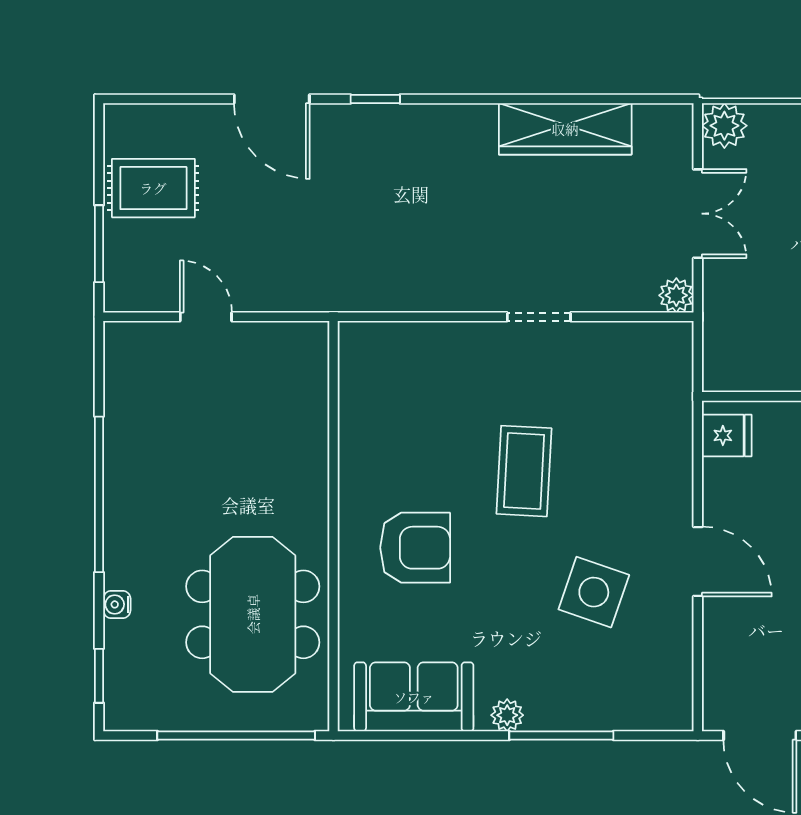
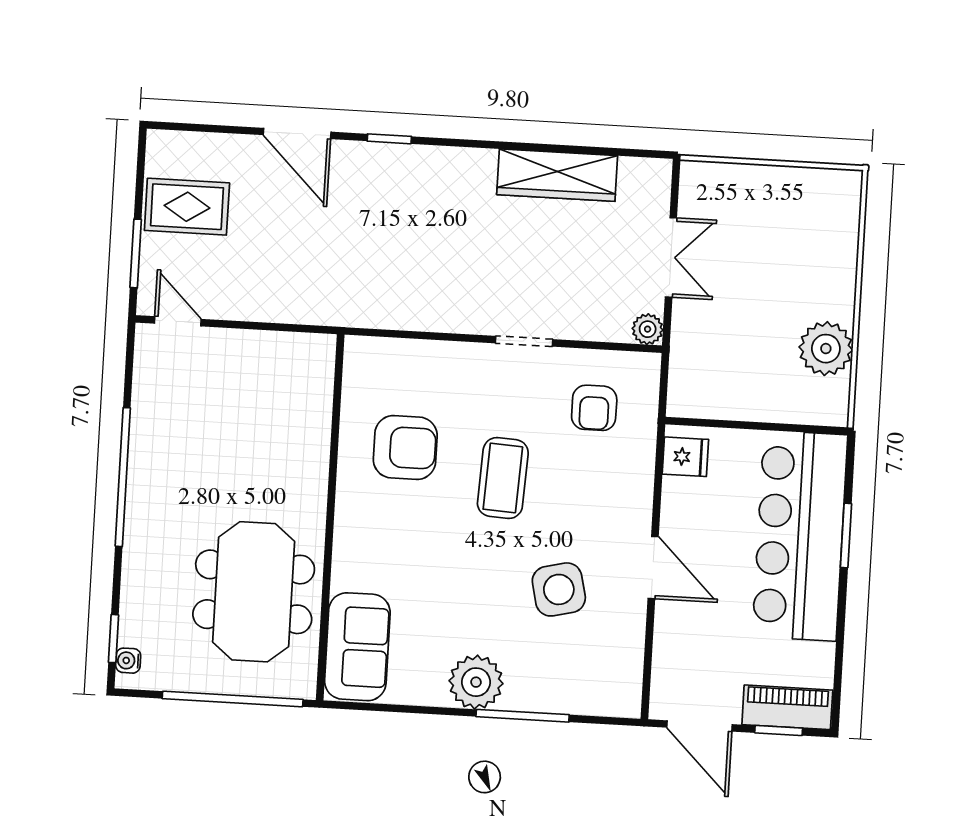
plant: (724, 126) -> (699, 180), removed
door: (206, 317) -> (178, 321), moved
armchair: (622, 387) -> (594, 408), added
armchair: (415, 548) -> (405, 448), moved
side table: (594, 592) -> (559, 589), turned -32
water cooler: (117, 604) -> (128, 661), moved
sofa: (414, 697) -> (357, 647), moved, turned 90
plant: (507, 715) -> (476, 682), width x1.87, depth x1.87

